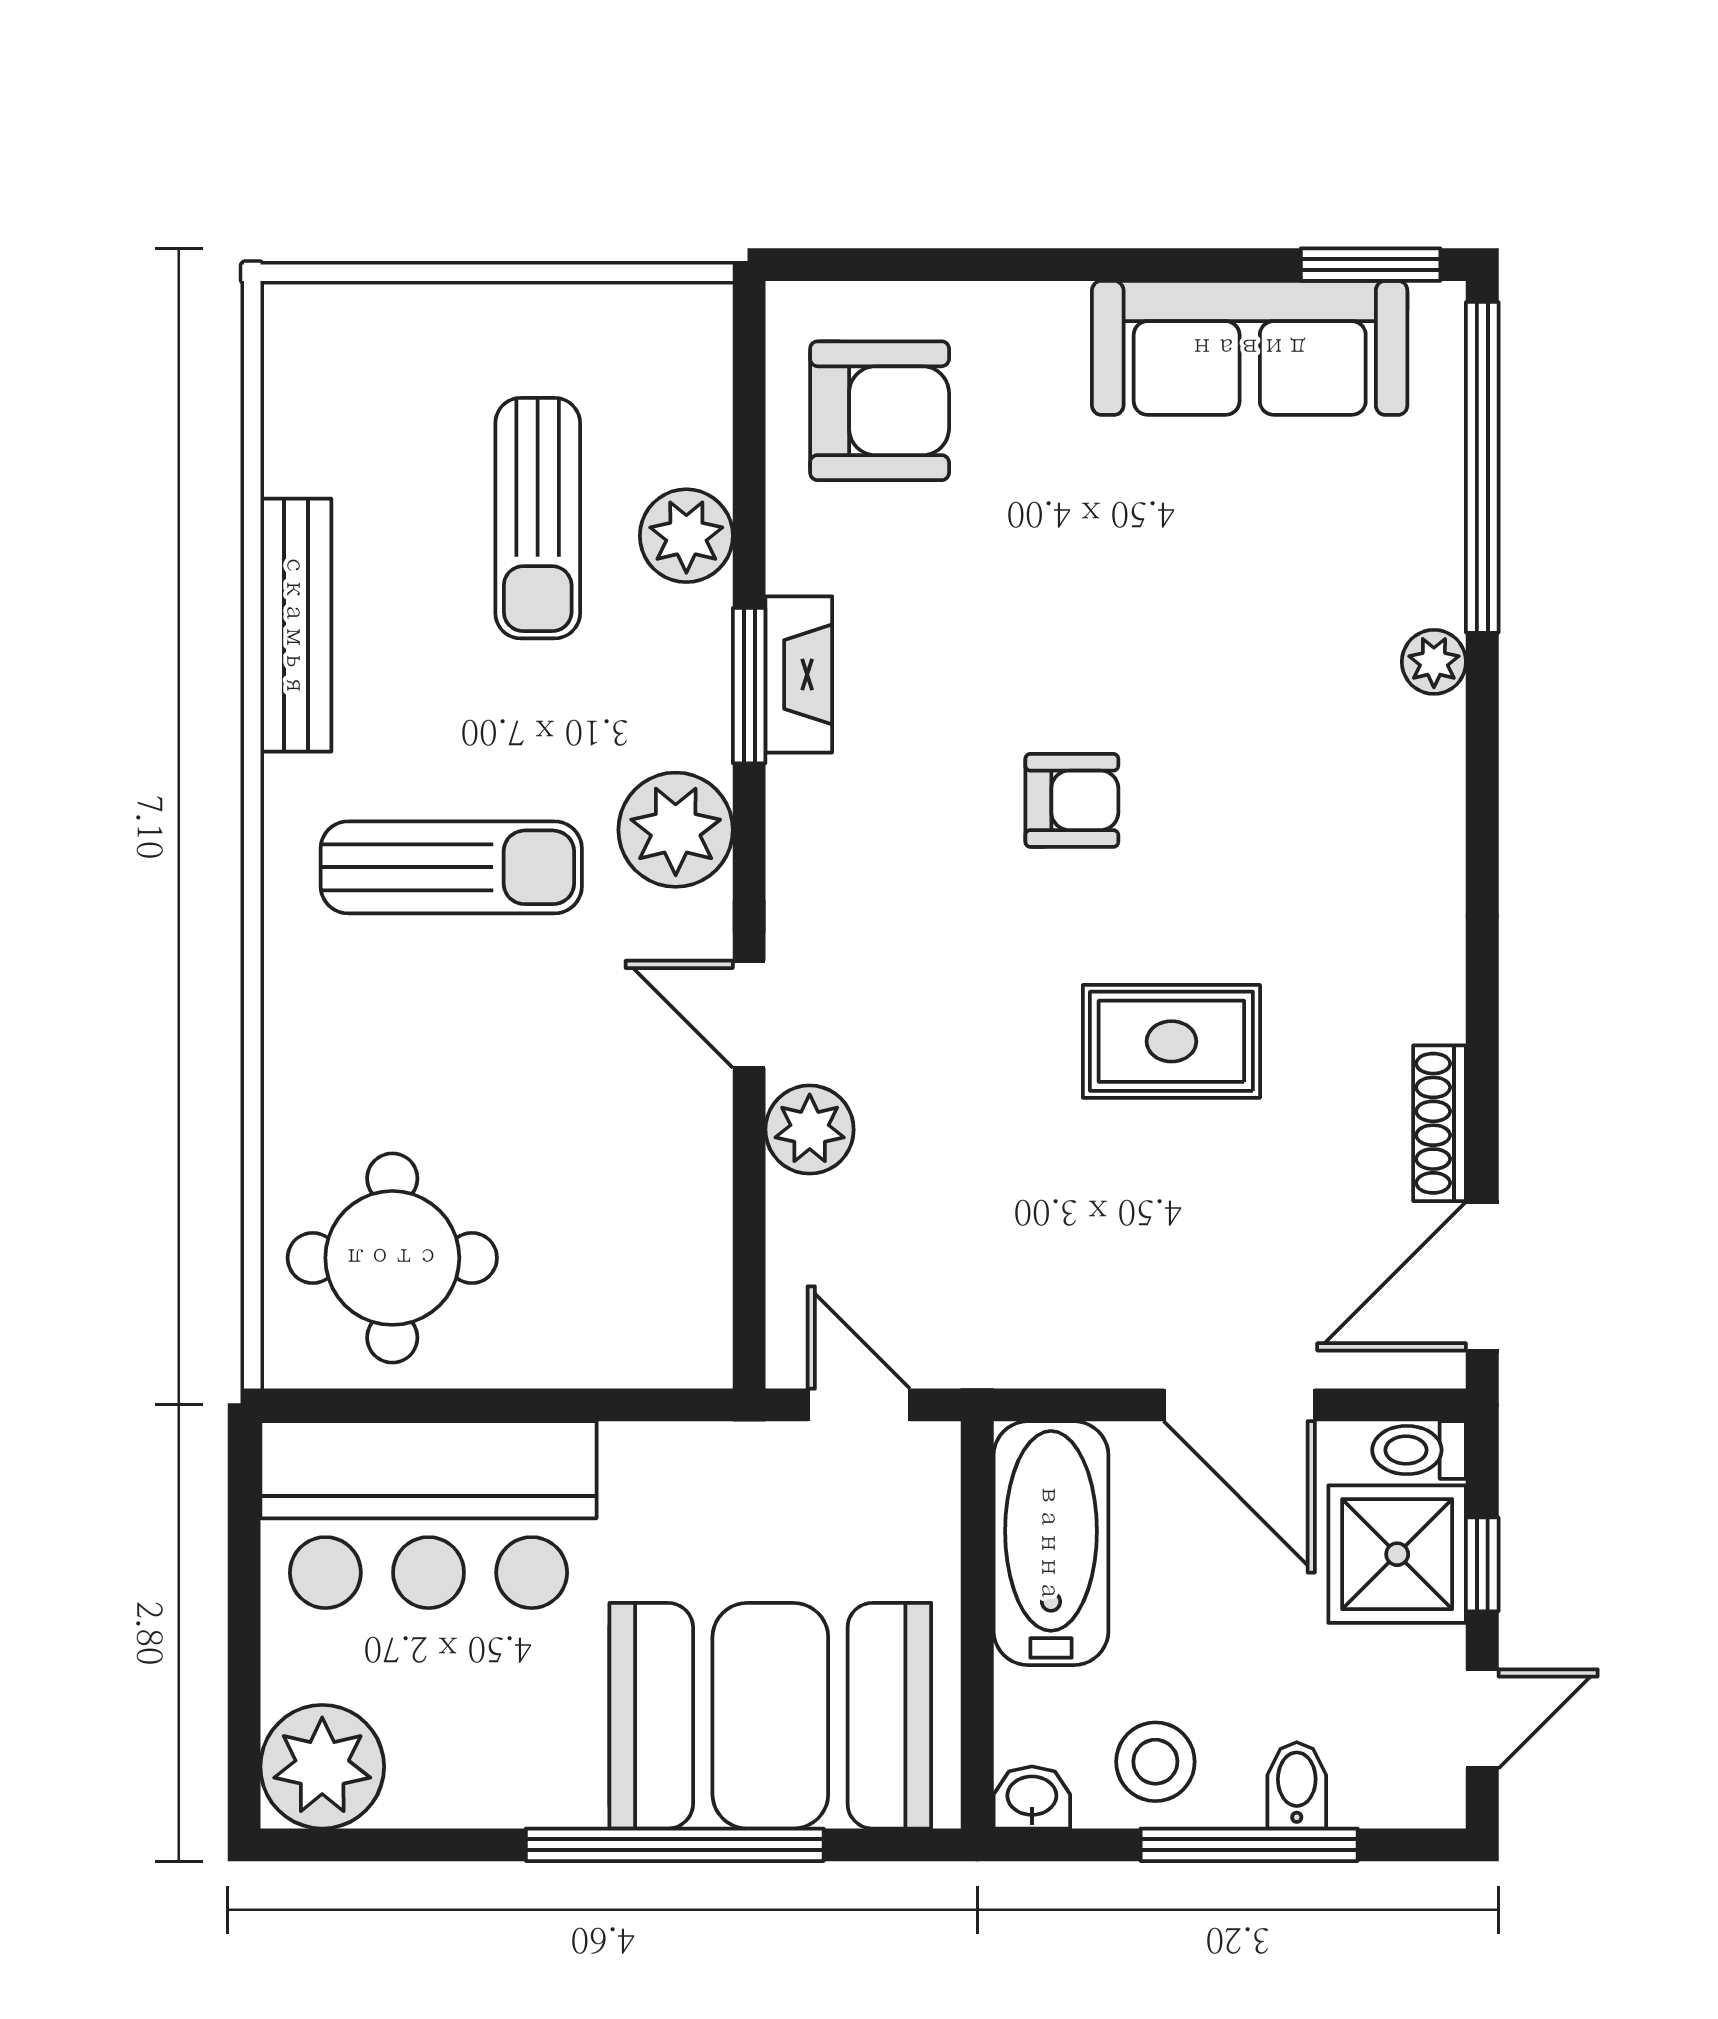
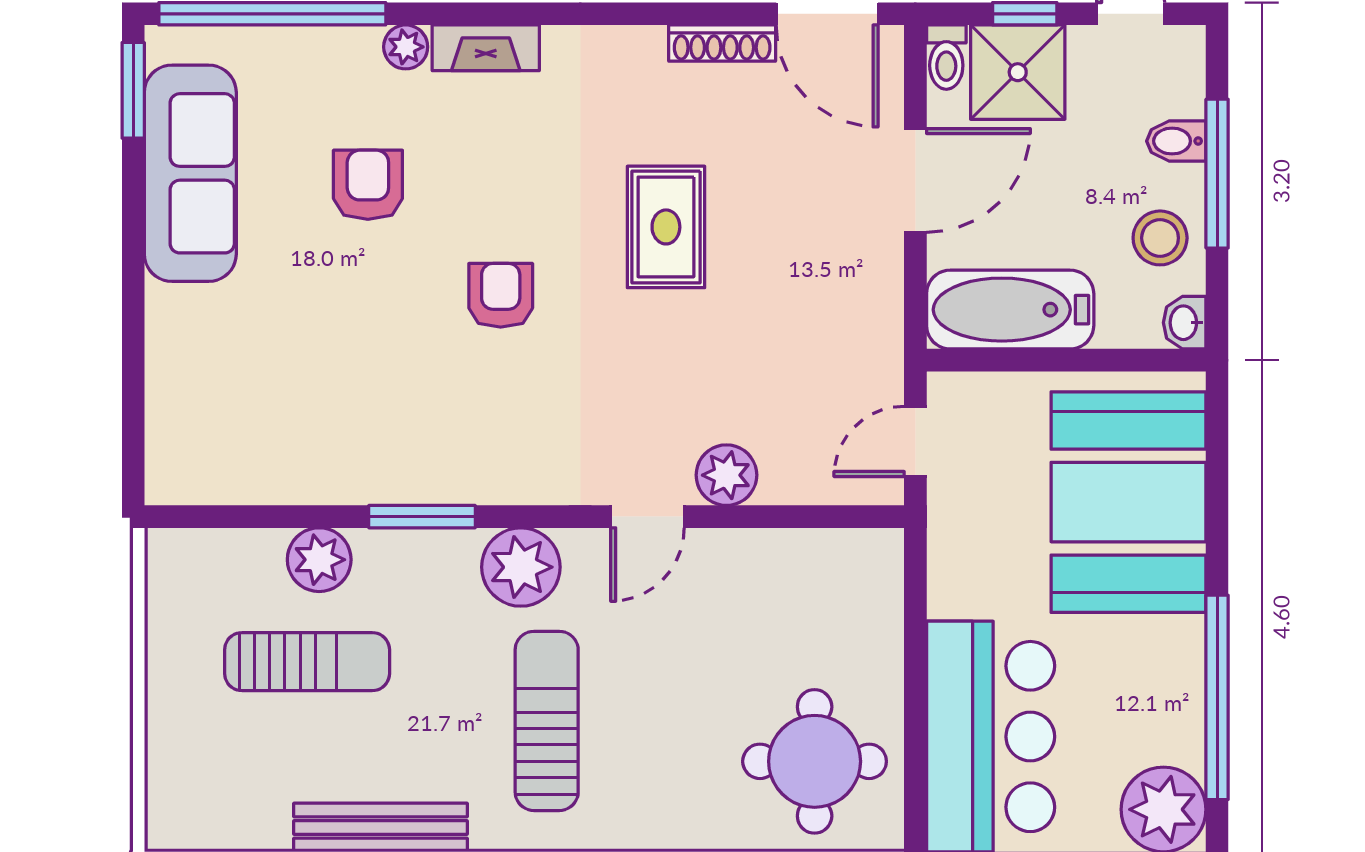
armchair: (880, 411) -> (368, 185), moved, width x0.72, depth x0.72
fireplace: (799, 674) -> (486, 48), moved, turned 180
window: (675, 1845) -> (1217, 697), moved

